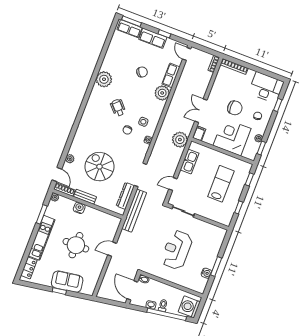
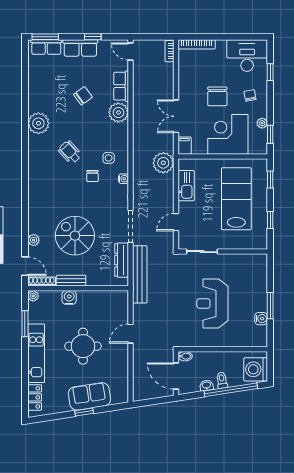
chair: (235, 108) -> (217, 96), turned 90
lab bench: (221, 184) -> (236, 199), width x1.36, depth x1.39

